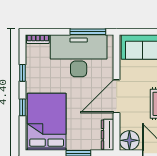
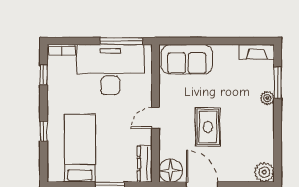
window: (23, 73) -> (44, 75), moved
door: (117, 96) -> (155, 118), width x0.53
bed: (47, 122) -> (80, 148), width x0.67

